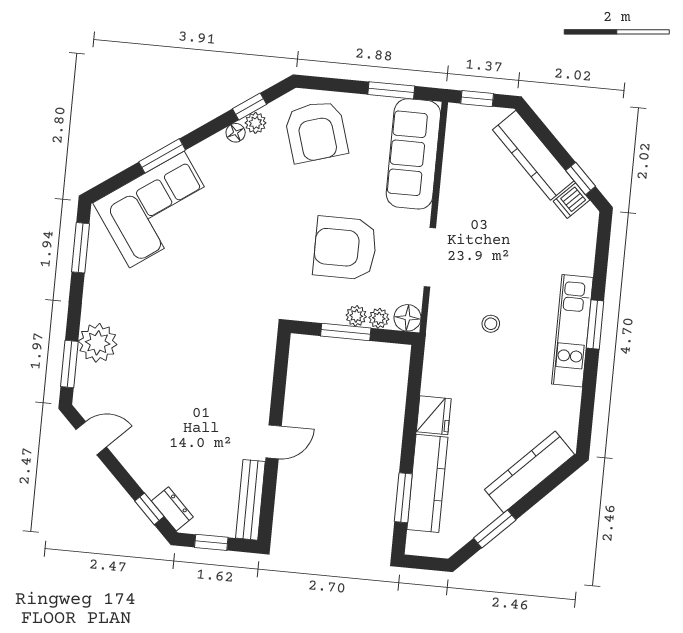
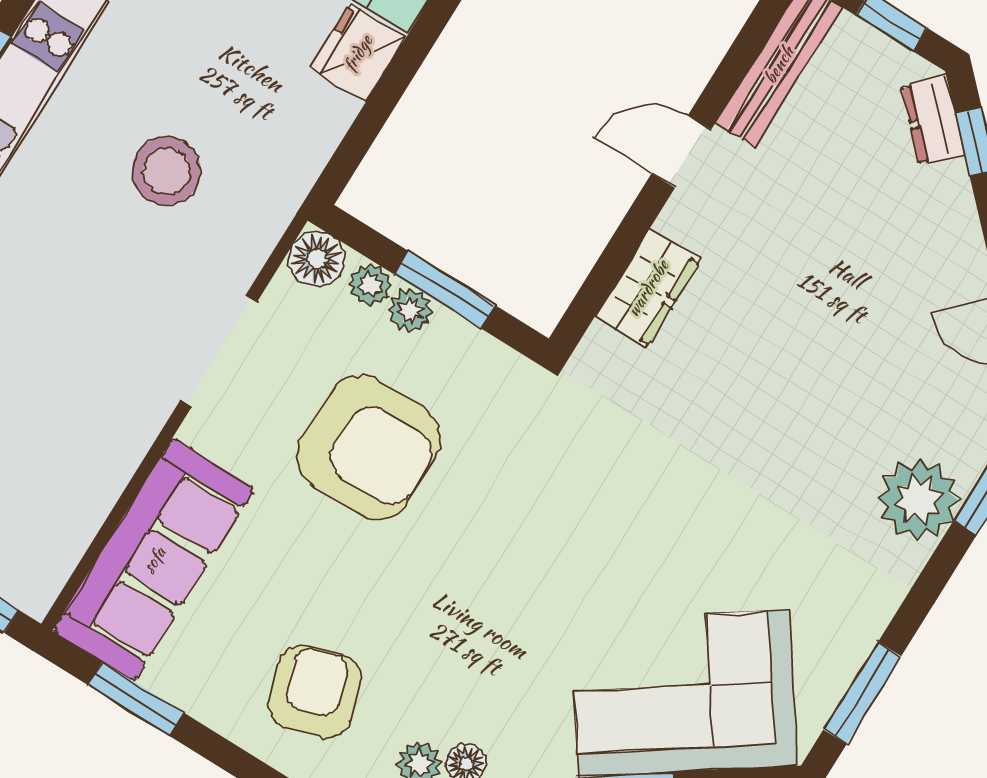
armchair: (316, 132) -> (314, 692), width x0.73, depth x0.73
stool: (491, 324) -> (166, 171), width x1.89, depth x1.89
wardrobe: (259, 376) -> (648, 288), added

